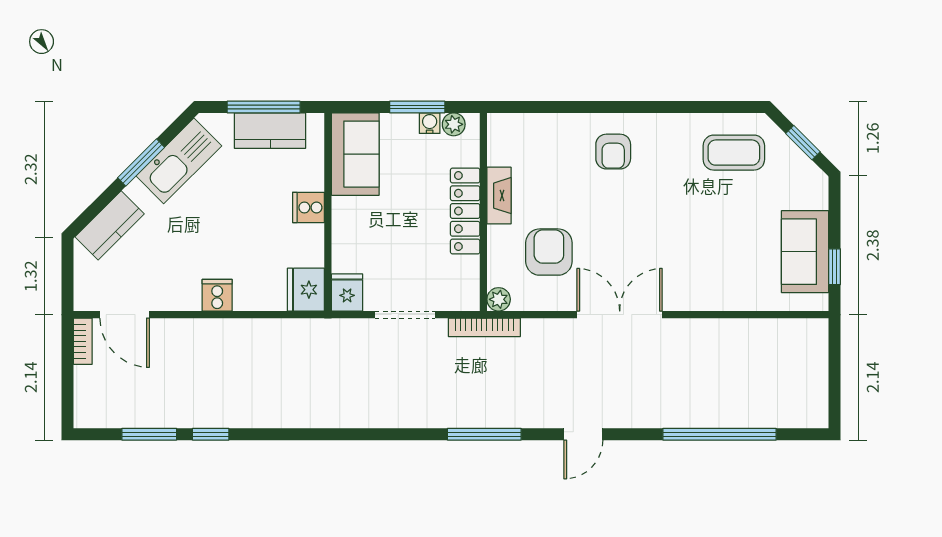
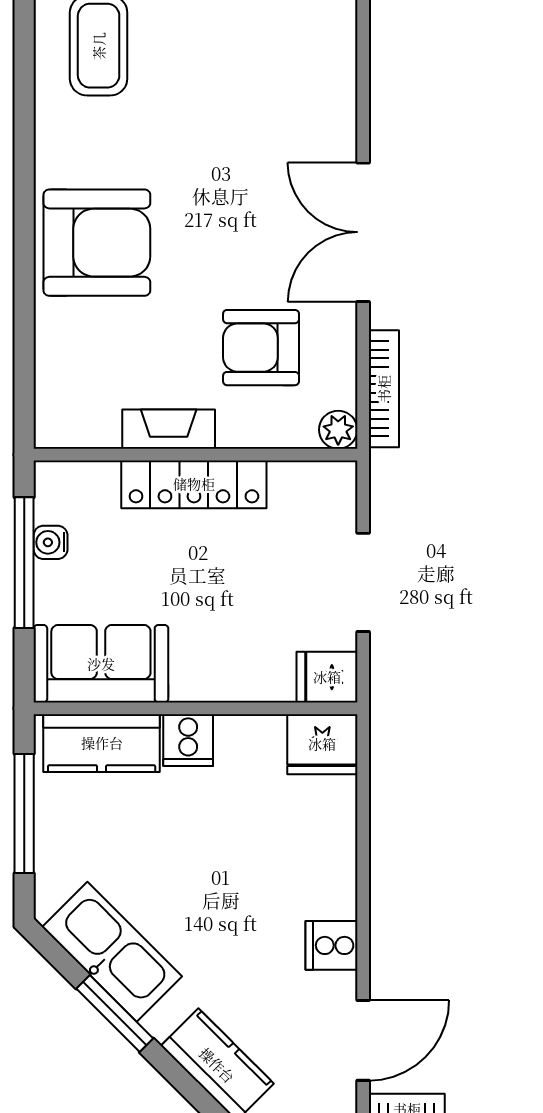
window: (417, 107) -> (24, 563), width x1.44
plant: (454, 124) -> (52, 503), removed
kitchen counter: (270, 131) -> (102, 743), moved, turned 90
armchair: (613, 152) -> (97, 243), width x1.88, depth x1.88
cooker: (217, 295) -> (331, 945), moved
bookcase: (484, 327) -> (384, 389), moved

